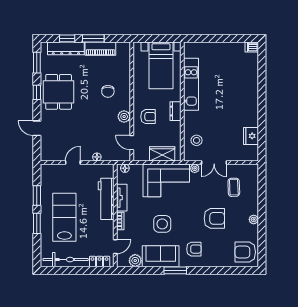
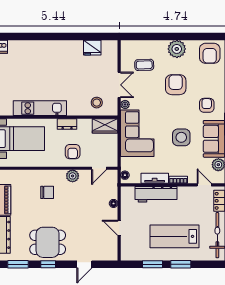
armchair: (148, 117) -> (73, 152), turned 180
wardrobe: (162, 154) -> (105, 126), moved, turned -90
plant: (254, 219) -> (177, 49), width x1.88, depth x1.88

